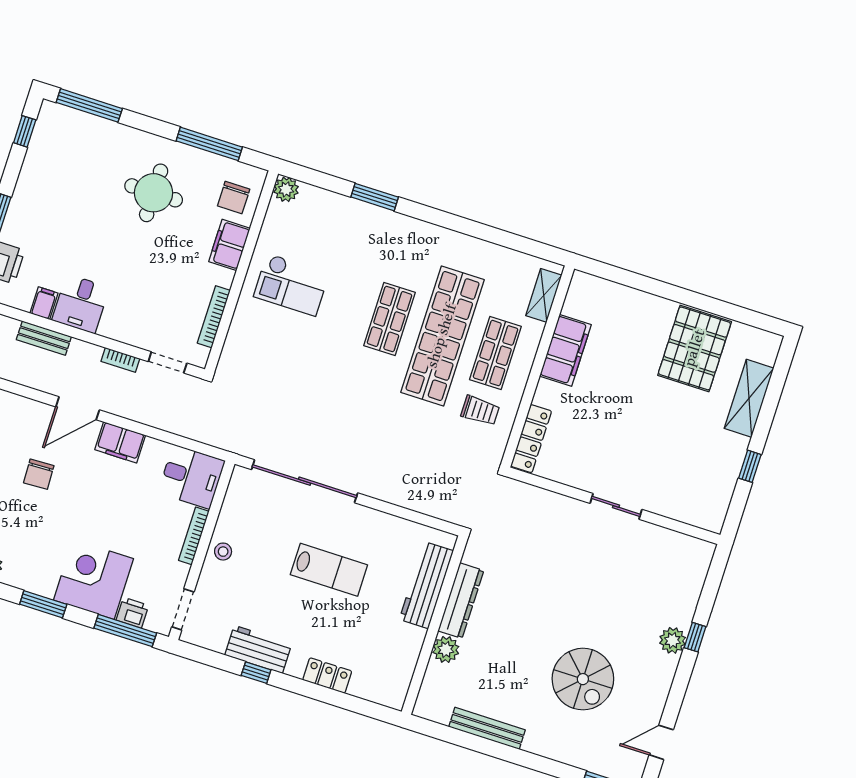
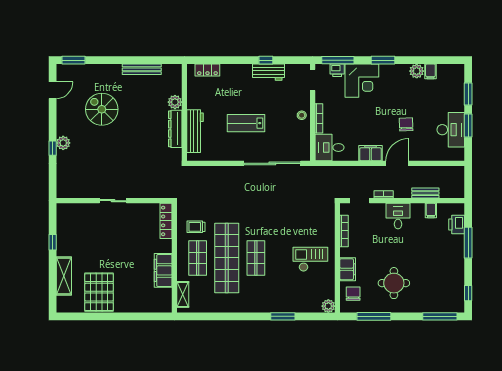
desk: (81, 304) -> (398, 216), moved
locker: (327, 676) -> (207, 70), moved

